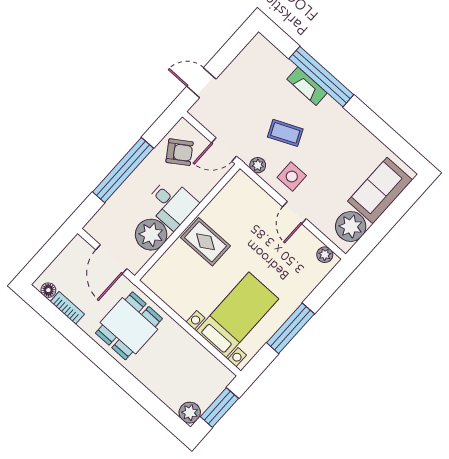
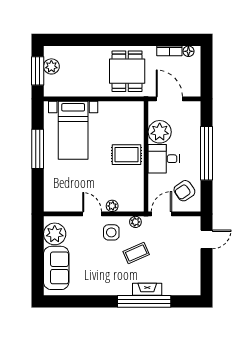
plant: (325, 255) -> (112, 206), moved
plant: (190, 413) -> (51, 66), moved

